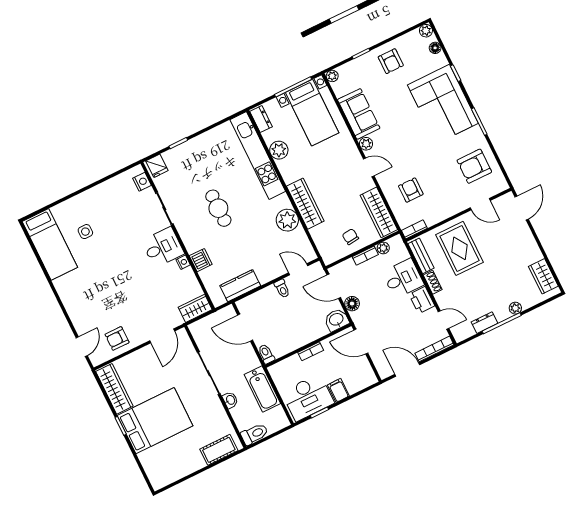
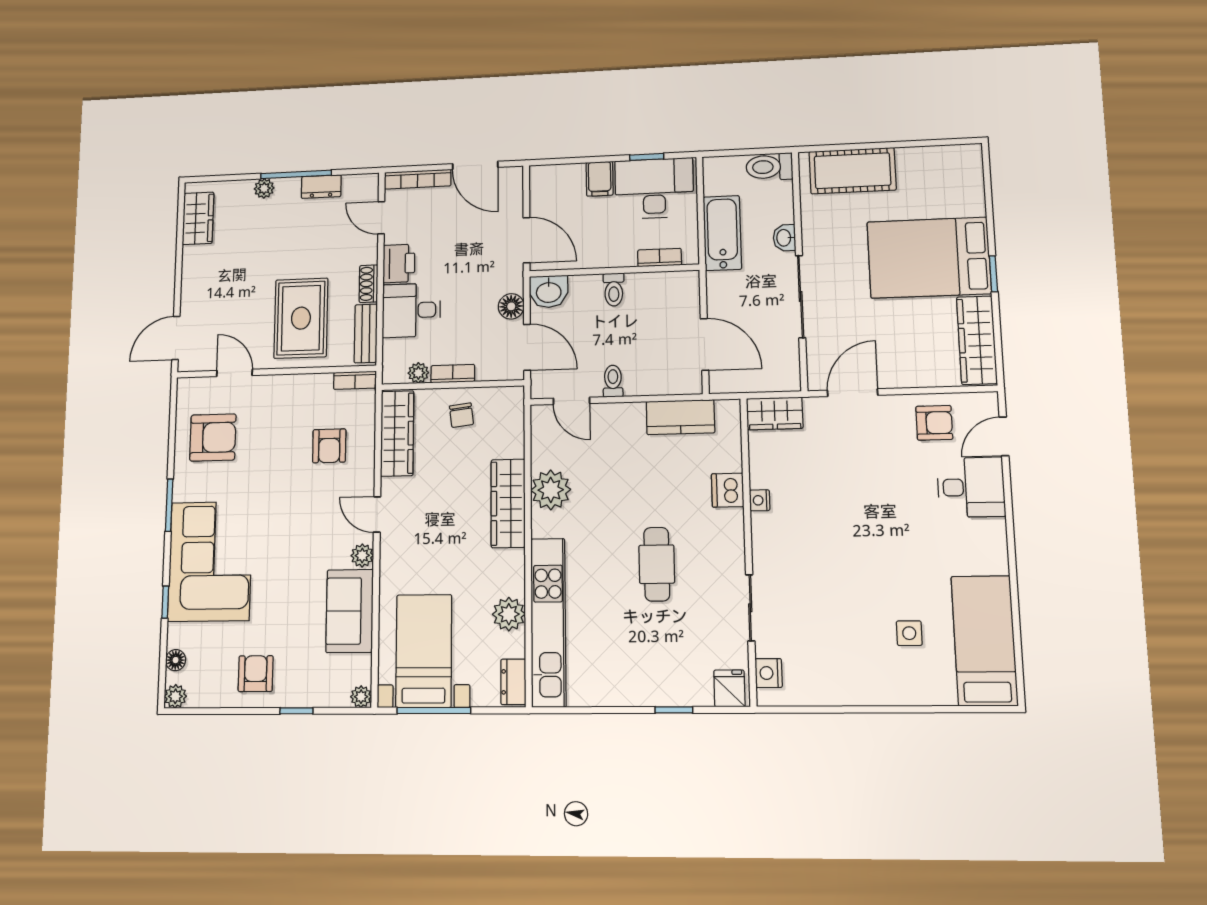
desk: (163, 247) -> (971, 487), moved, turned 180
bookcase: (311, 351) -> (660, 258), moved
toilet: (266, 354) -> (614, 290), moved
cot: (219, 450) -> (852, 171), width x1.37, depth x1.34

